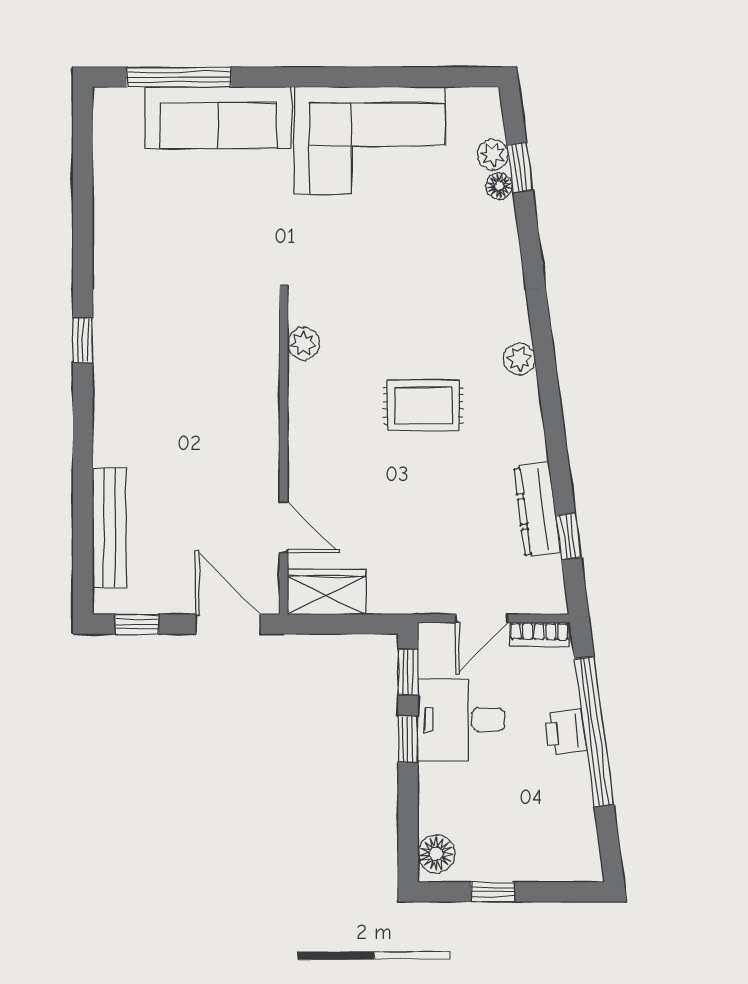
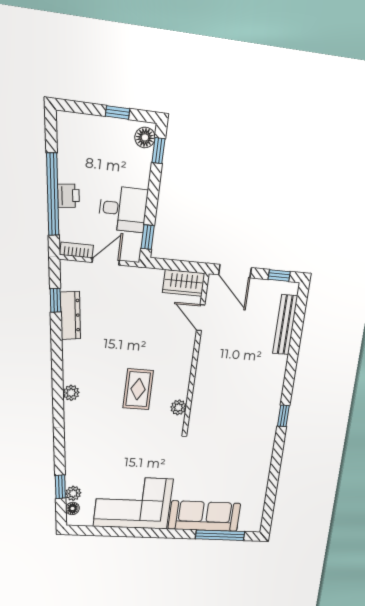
floor lamp: (499, 186) -> (72, 508), moved
rug: (423, 406) -> (138, 389), moved, turned 90
window: (408, 739) -> (158, 151), moved

